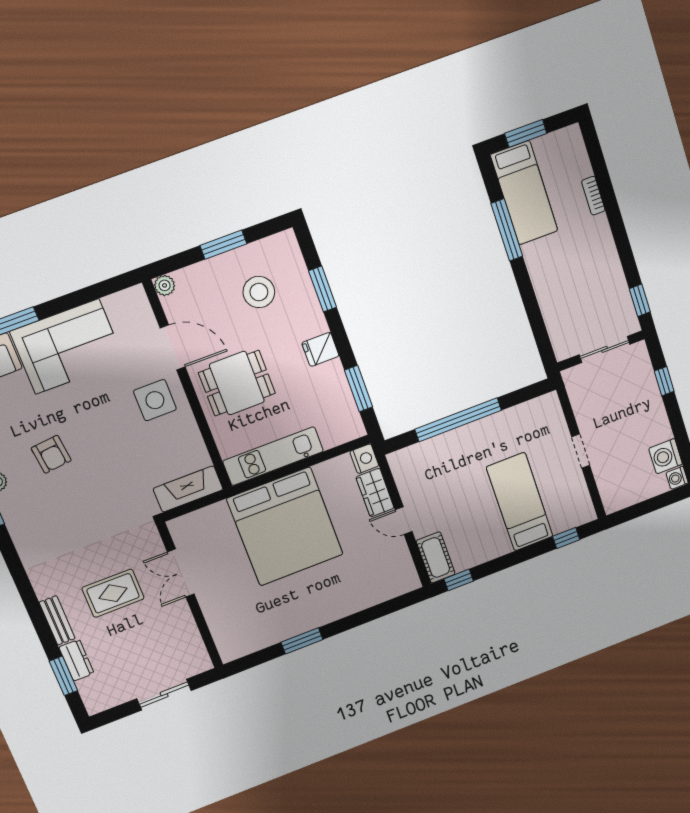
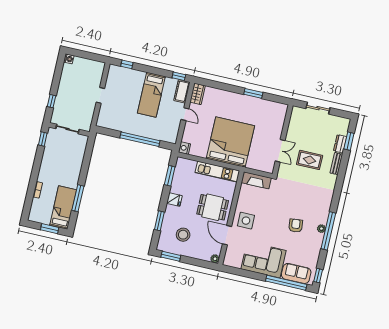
window: (223, 245) -> (171, 256), moved
washing machine: (666, 456) -> (68, 71), removed
wardrobe: (375, 493) -> (198, 94), moved
bed: (520, 502) -> (151, 95), moved

